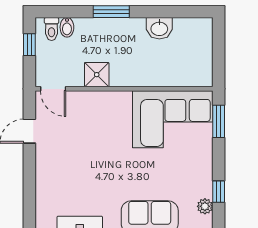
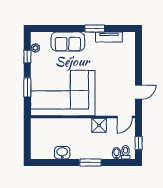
door: (53, 89) -> (125, 117), swing flipped
corner sofa: (173, 119) -> (63, 93), width x1.36, depth x1.36
window: (219, 121) -> (27, 87), moved

